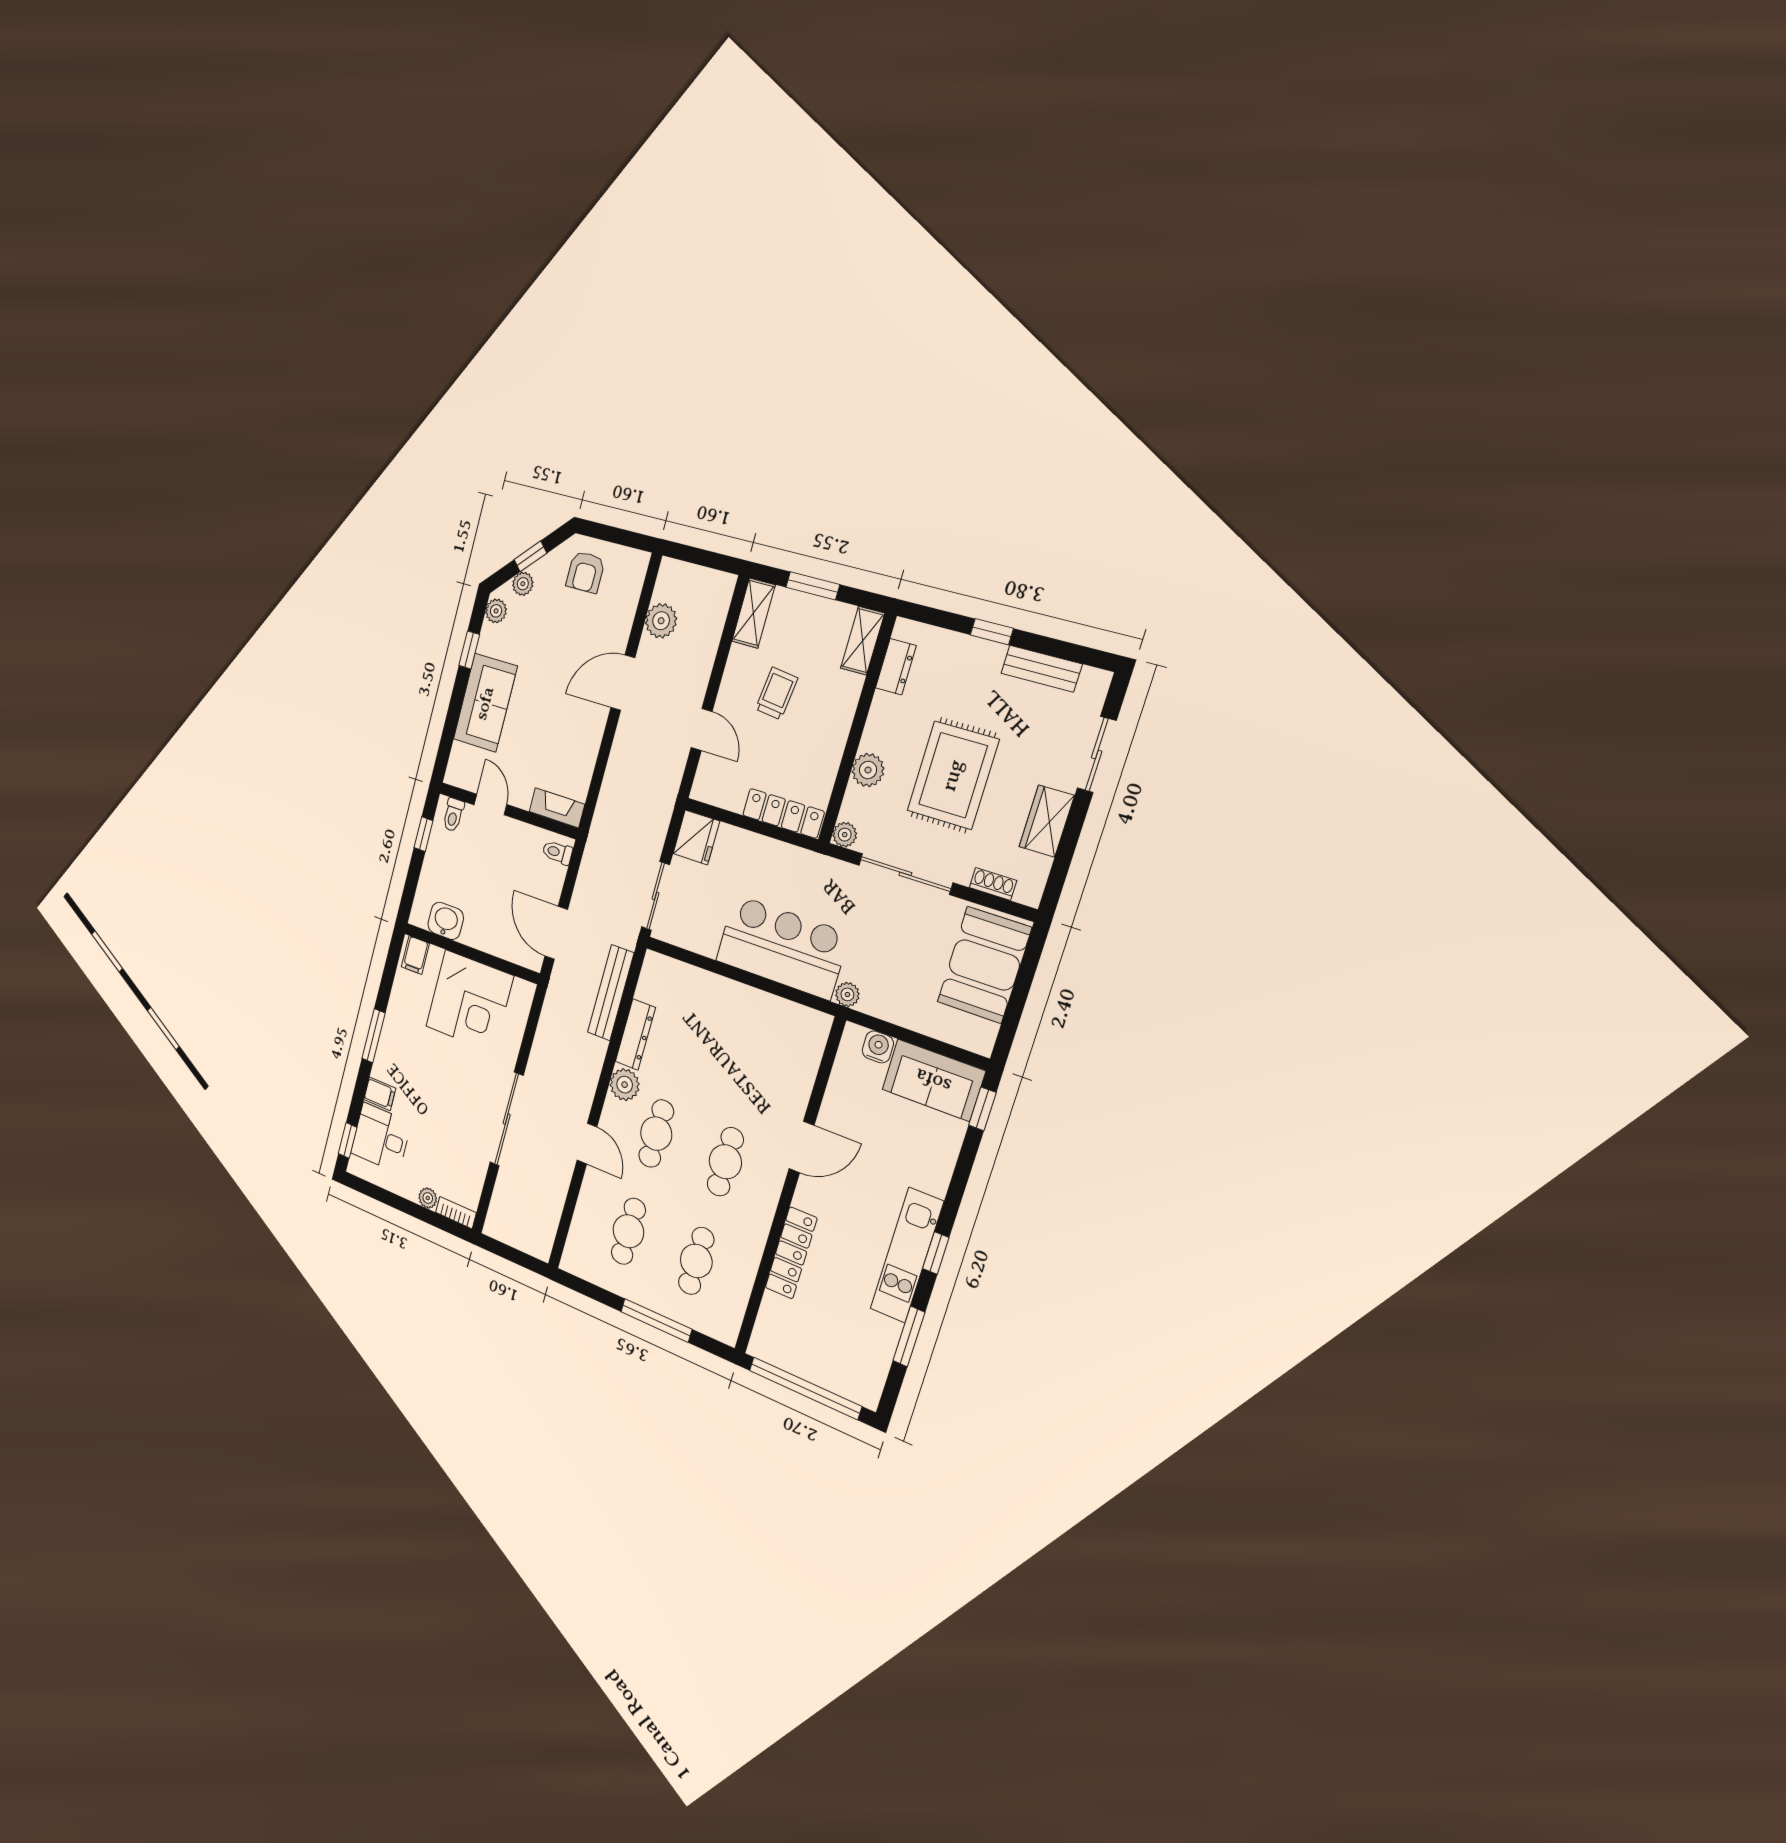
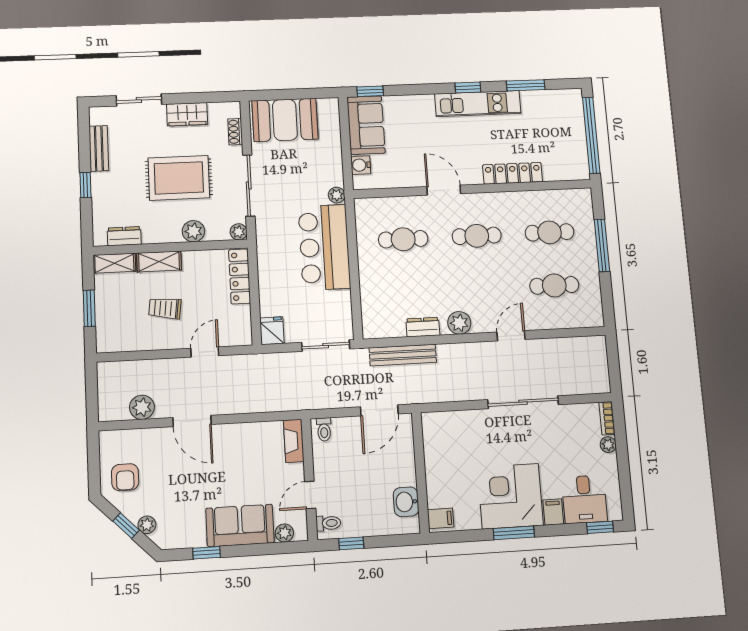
armchair: (585, 572) -> (125, 477), turned 90
plant: (496, 611) -> (284, 533), moved
shelving: (754, 613) -> (159, 261), moved
fridge: (696, 837) -> (272, 331), width x0.72
corner desk: (469, 1001) -> (510, 496), moved, turned -90
dresser: (635, 1035) -> (423, 327), width x0.70
cafe table: (656, 1134) -> (403, 239), moved

